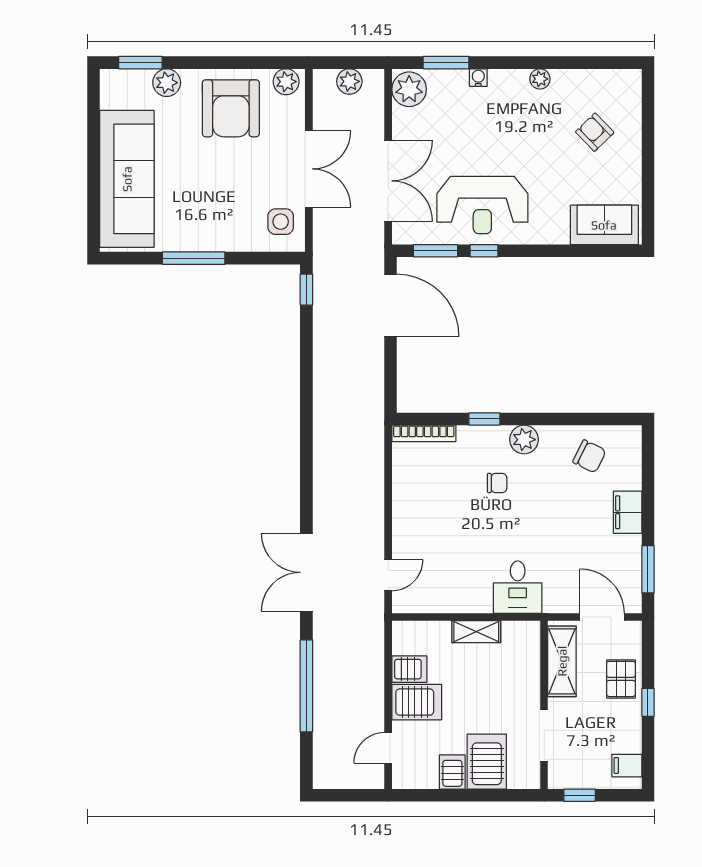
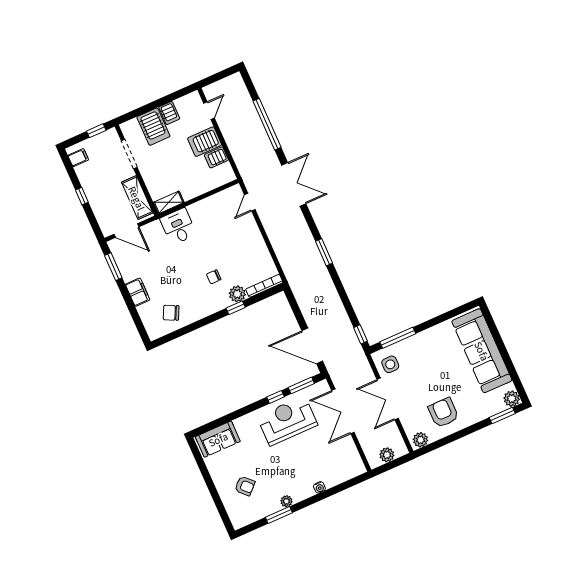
window: (446, 63) -> (279, 515), moved
plant: (167, 83) -> (512, 399), moved
plant: (409, 89) -> (353, 465), removed
armchair: (231, 108) -> (443, 413), width x0.73, depth x0.73
window: (194, 258) -> (398, 338), moved
plant: (524, 440) -> (237, 294), moved
window: (306, 445) -> (324, 252), added
shelving: (476, 632) -> (169, 202), moved
pallet: (621, 679) -> (102, 202), removed

